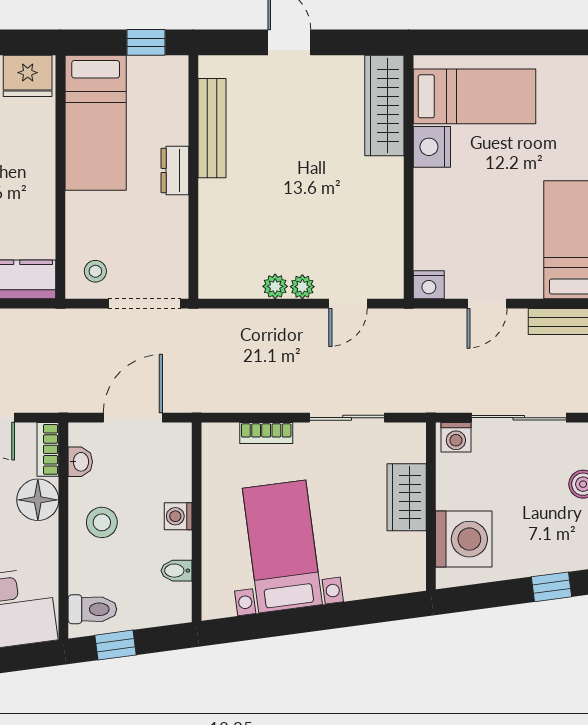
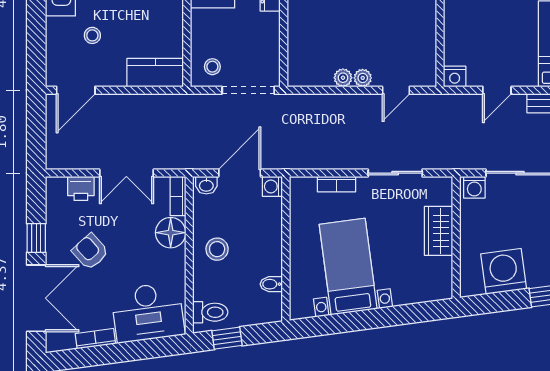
washbasin: (80, 462) -> (206, 185), moved, turned 90
washing machine: (178, 516) -> (272, 186), moved
washing machine: (464, 539) -> (504, 271), moved, turned -98

